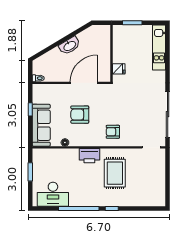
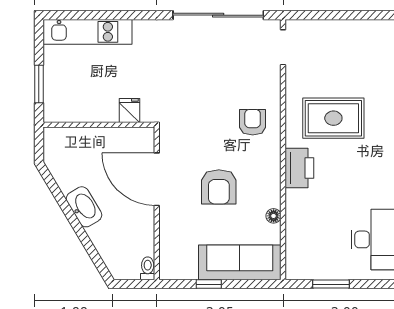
armchair: (113, 132) -> (253, 122), turned 180

